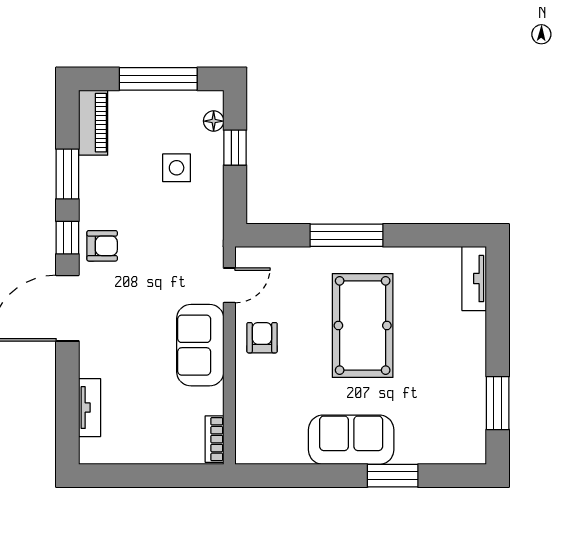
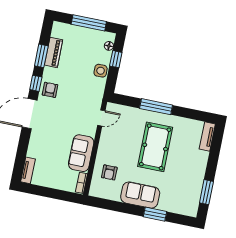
piano: (93, 123) -> (54, 52), moved
side table: (177, 168) -> (101, 71), moved
armchair: (102, 246) -> (50, 90), turned -90
armchair: (262, 338) -> (109, 172), moved, turned 180
sofa: (200, 345) -> (81, 153), moved
tv unit: (90, 408) -> (28, 170), moved

